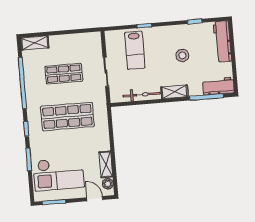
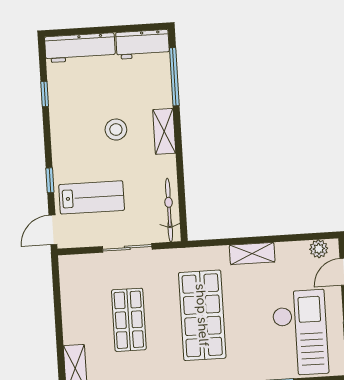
door: (115, 28) -> (53, 230), added
stool: (182, 55) -> (116, 130), moved
workbench: (218, 86) -> (143, 44), moved, turned -90
bicycle: (142, 95) -> (169, 210), moved
shelving: (106, 164) -> (252, 254), moved

